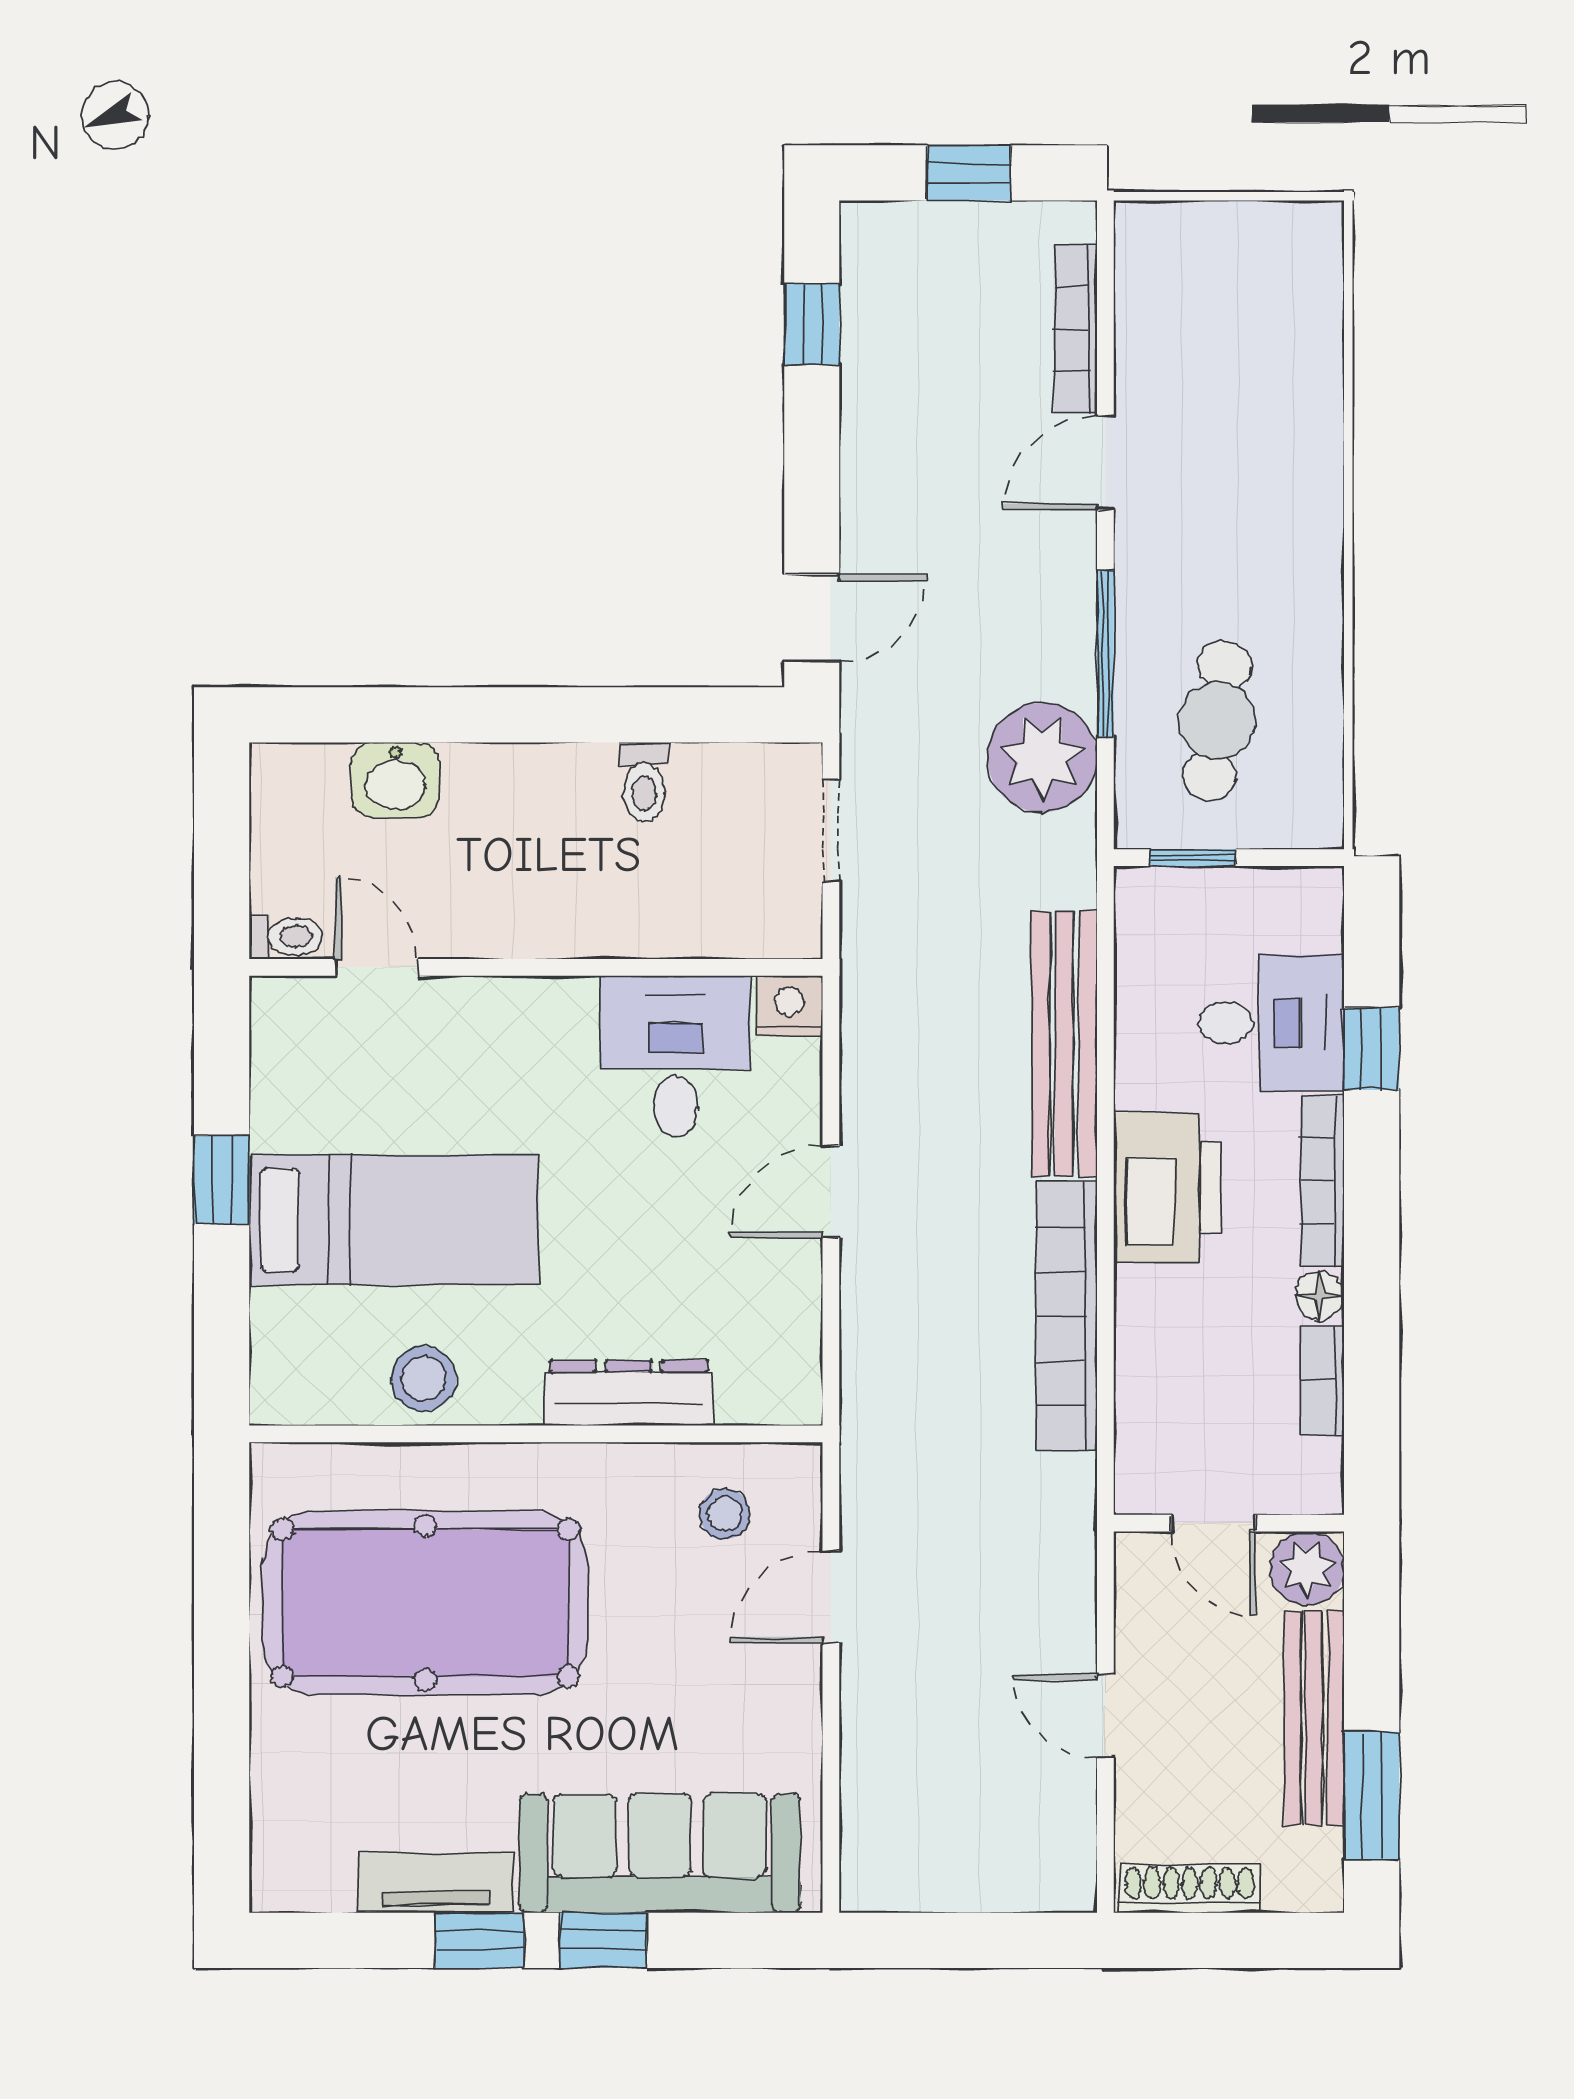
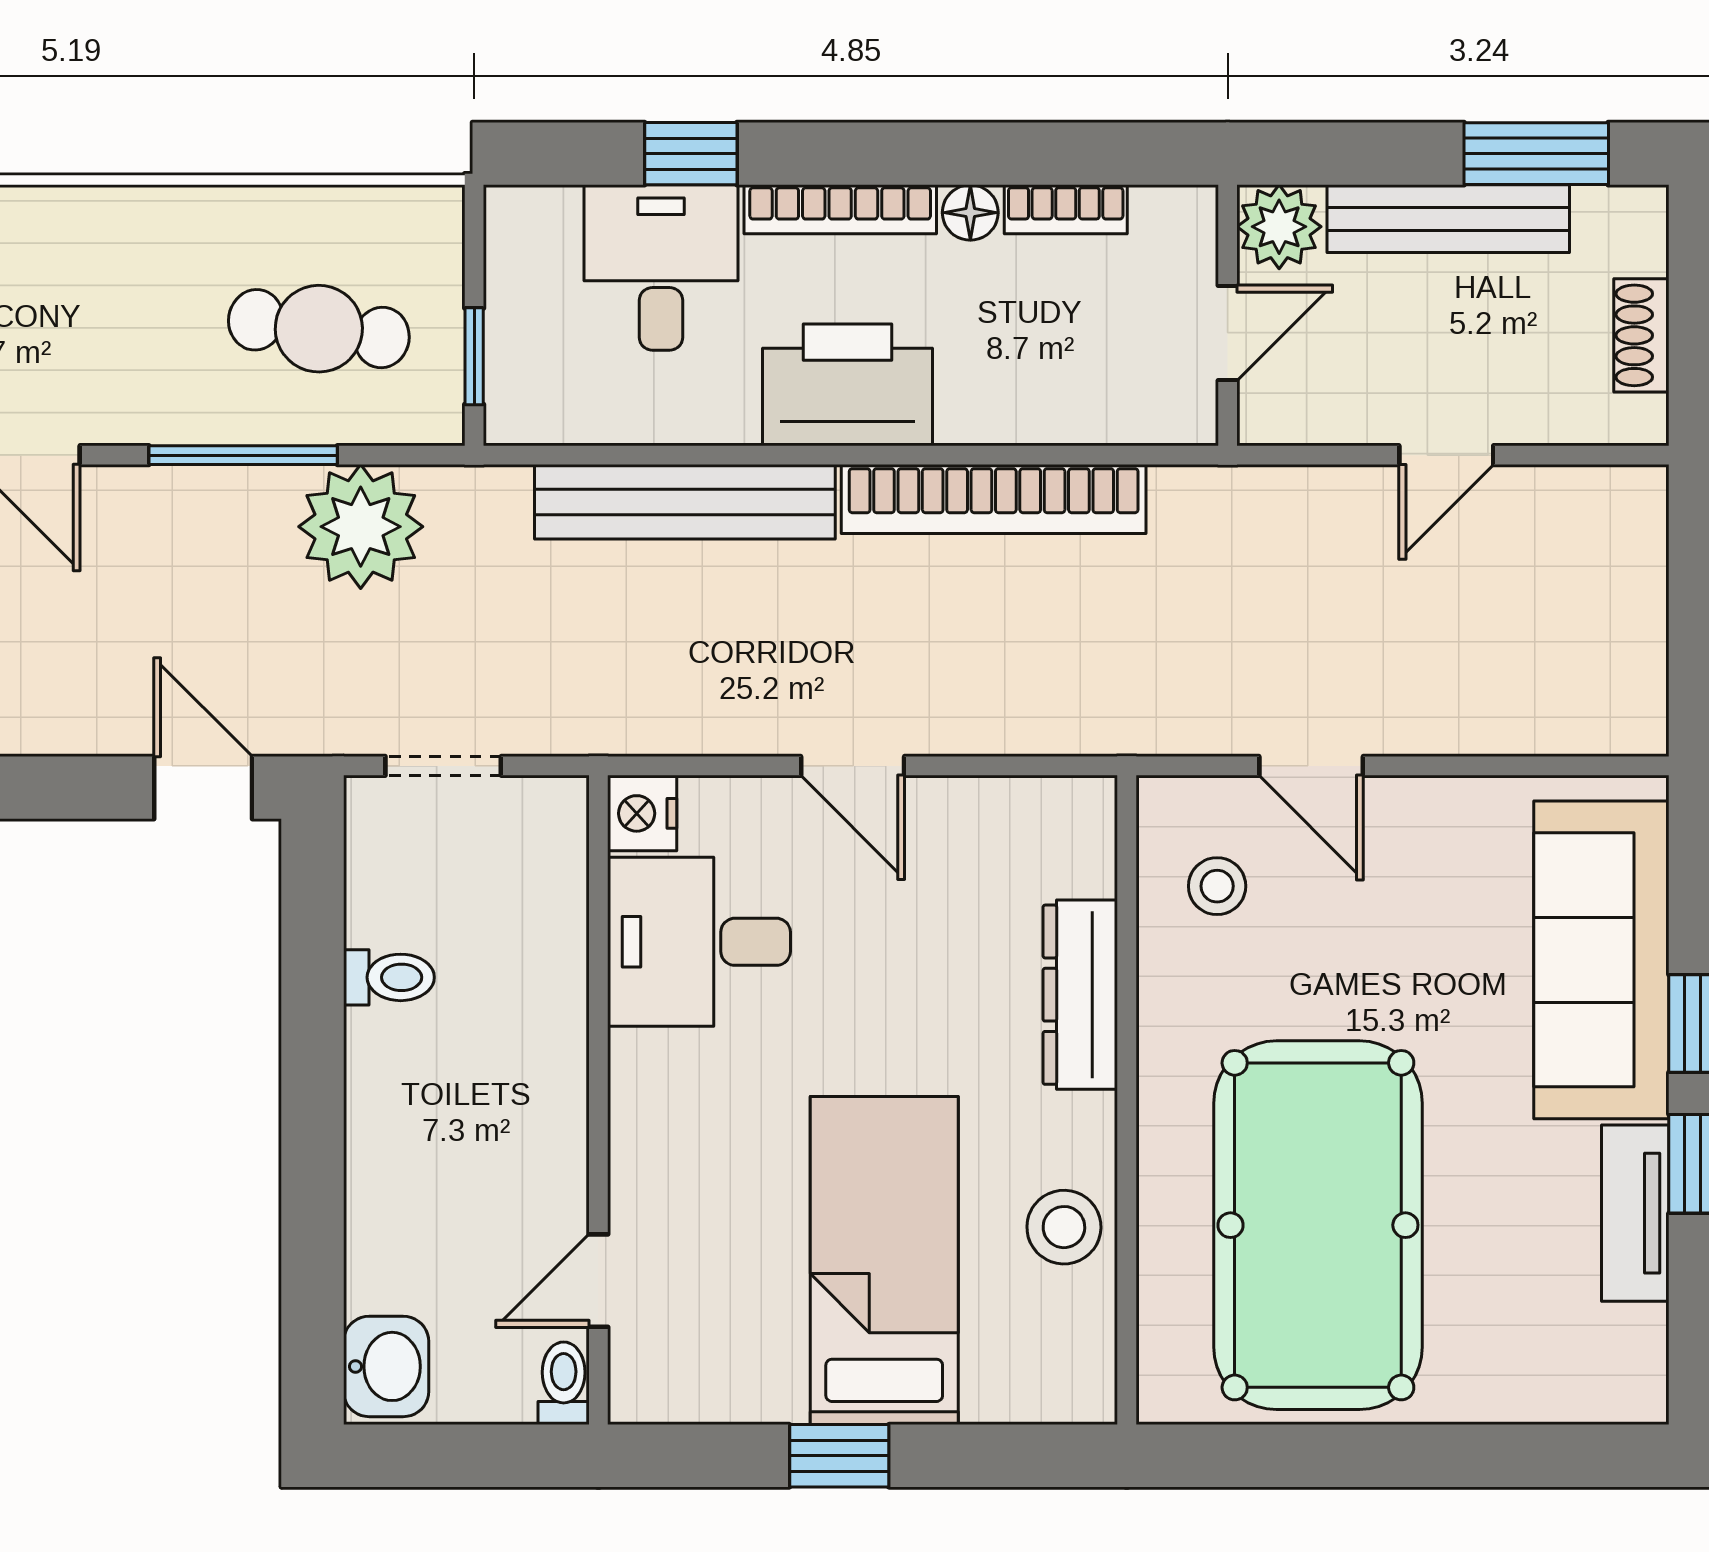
washbasin: (395, 780) -> (386, 1366), moved
shoe rack: (1190, 1889) -> (1641, 335), width x0.70

